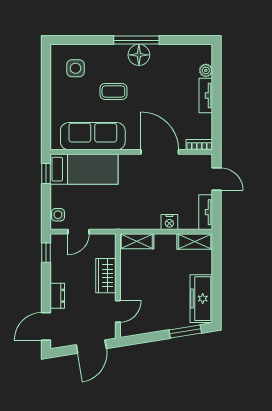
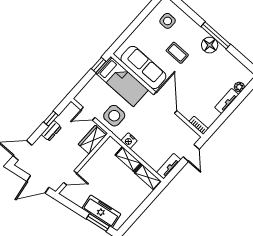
door: (160, 152) -> (165, 103), moved
side table: (58, 215) -> (114, 116), moved, width x1.87, depth x1.87
nightstand: (169, 222) -> (129, 141), moved
shelving: (137, 241) -> (128, 159), moved
window: (46, 253) -> (51, 119), moved
wardrobe: (106, 276) -> (92, 140), moved
dresser: (57, 296) -> (51, 131), moved
freezer: (201, 299) -> (101, 211), moved, turned 81

